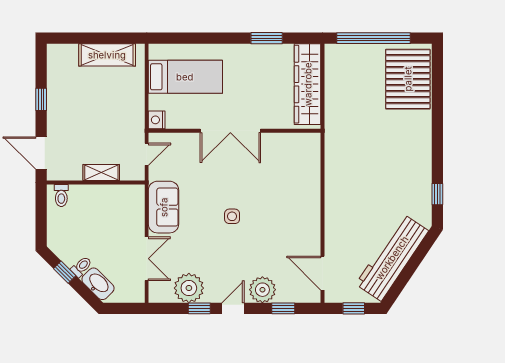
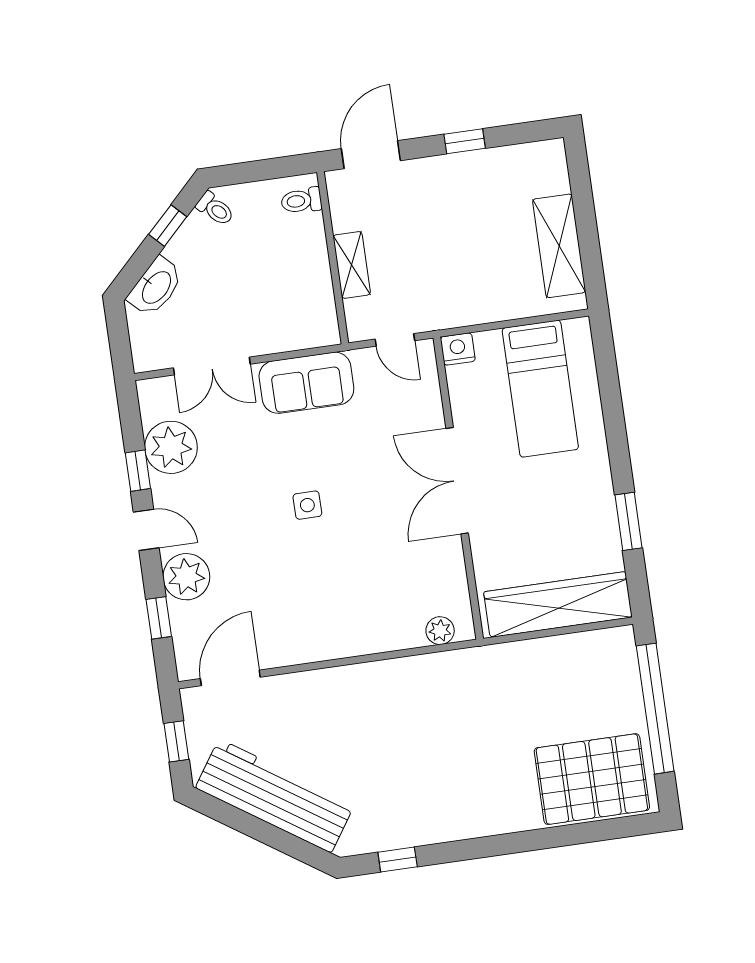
plant: (313, 152) -> (440, 631), added
toilet: (81, 267) -> (215, 209), moved

